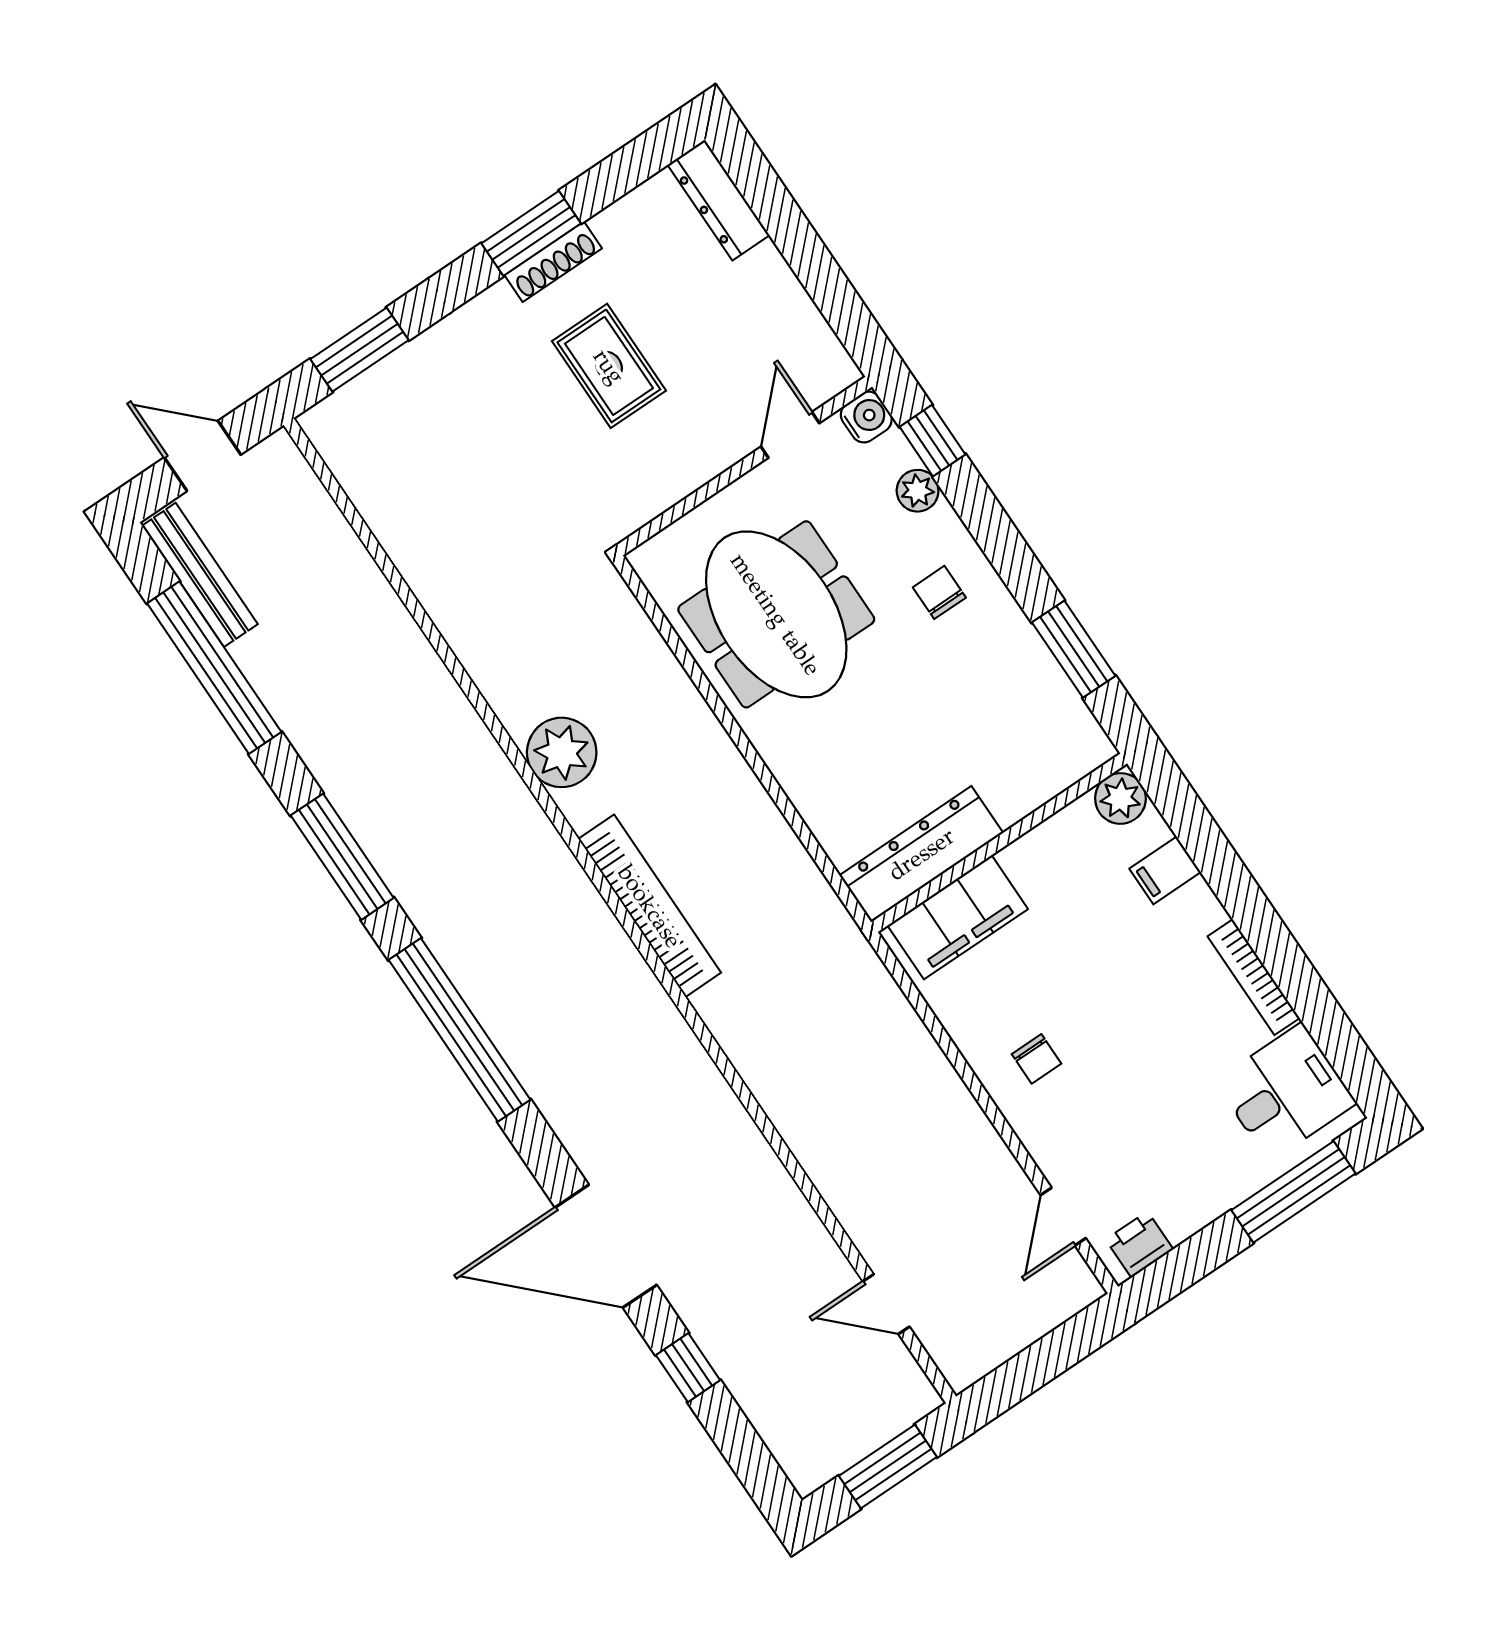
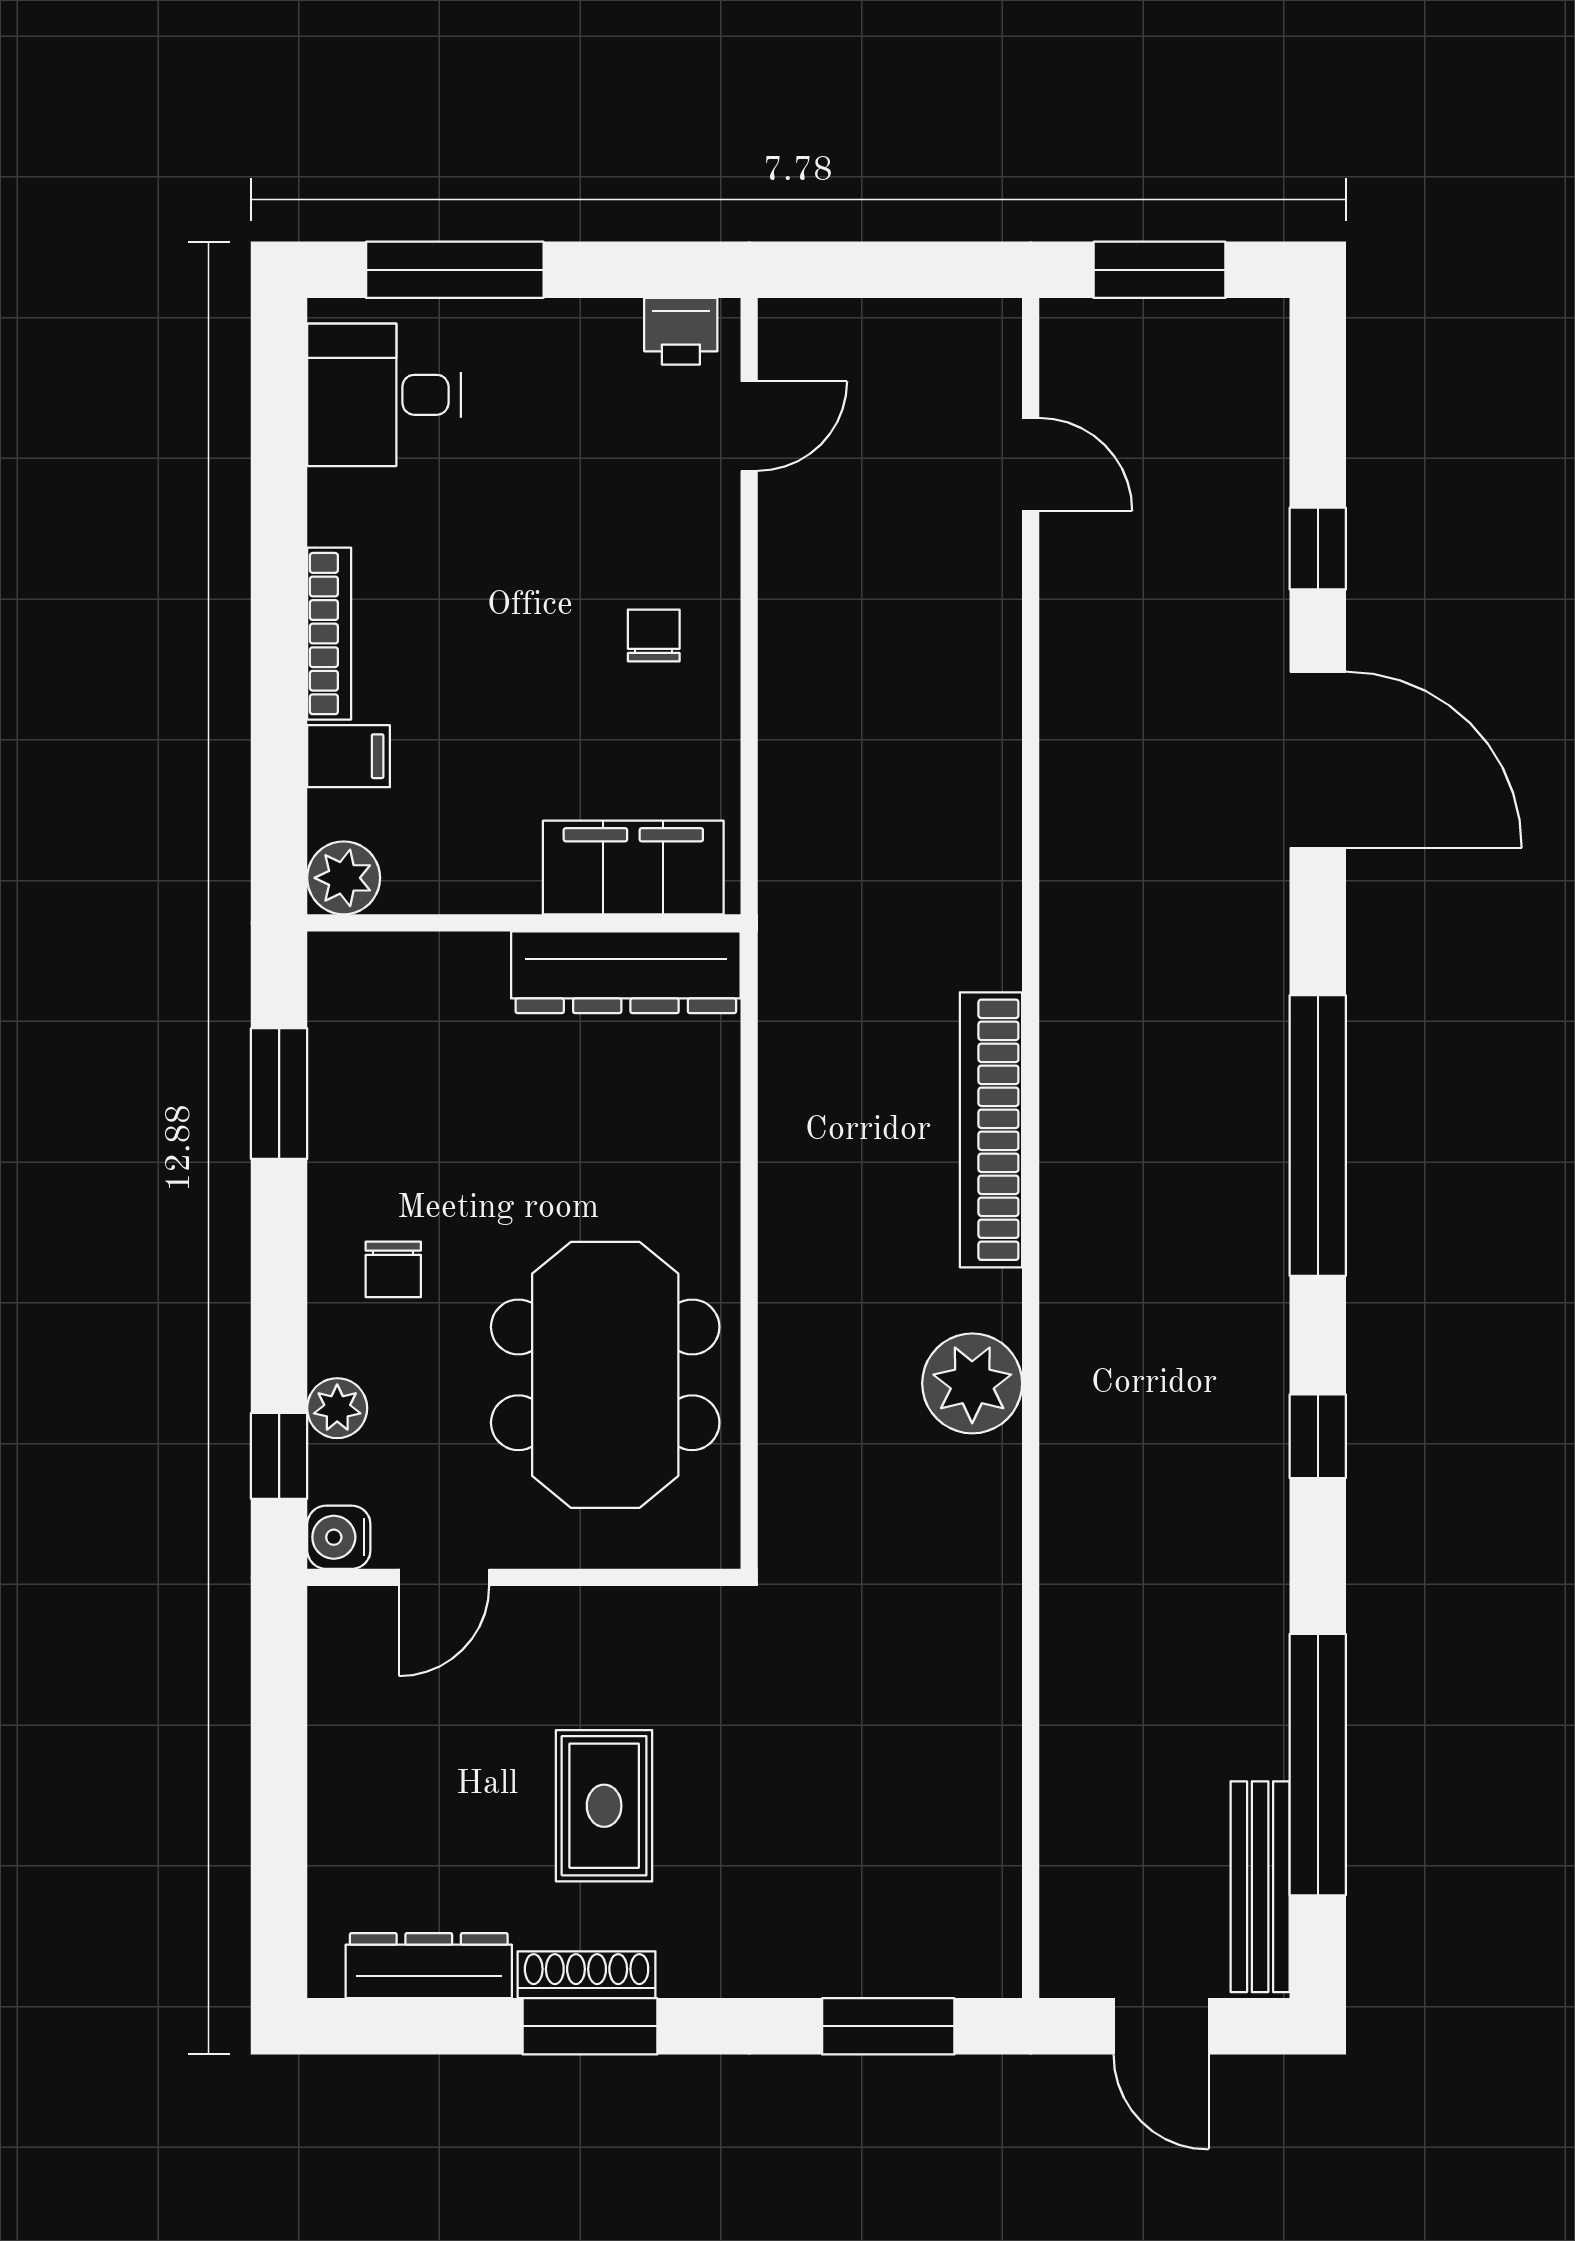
dresser: (719, 200) -> (429, 1966), moved, turned -90
window: (342, 857) -> (1318, 1436), width x0.46
bookcase: (1254, 977) -> (329, 634), moved

